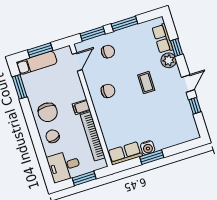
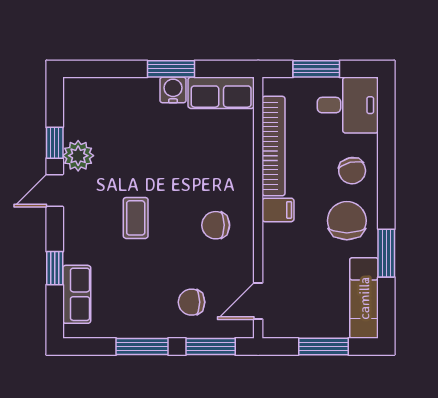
plant: (169, 60) -> (78, 156), moved
exam couch: (37, 63) -> (364, 298), moved, turned -90
window: (20, 87) -> (386, 253), moved

